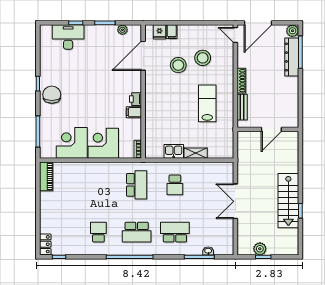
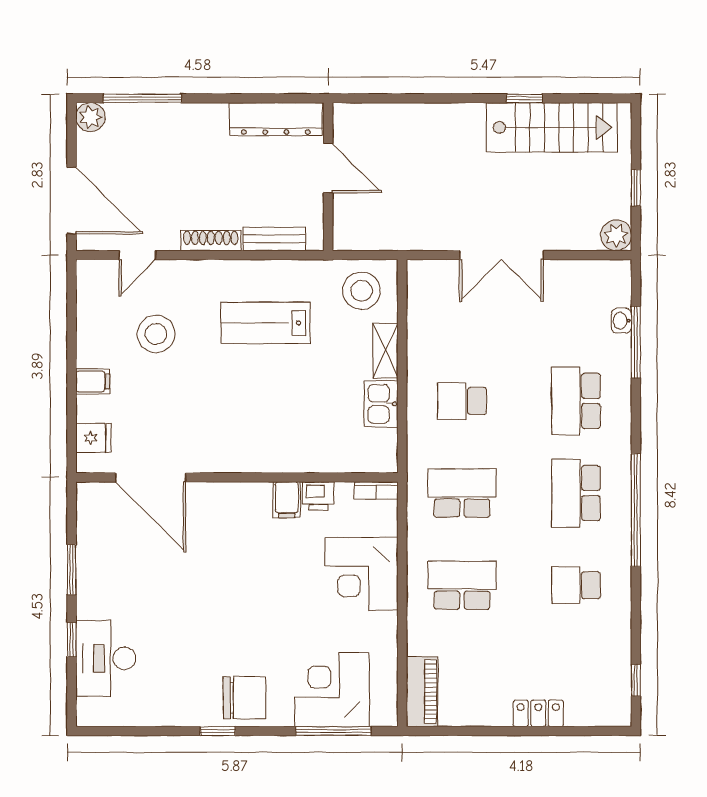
plant: (122, 30) -> (88, 527), removed
filing cabinet: (172, 32) -> (93, 381), moved
door: (235, 35) -> (137, 255), moved
dresser: (292, 57) -> (276, 119), moved
stool: (178, 65) -> (361, 291), moved
chair: (52, 95) -> (245, 698), turned 180
printer: (135, 99) -> (318, 496), moved
corner desk: (72, 143) -> (332, 690), moved, turned 90
piano: (46, 176) -> (422, 692), moved, turned 90
school desk: (98, 185) -> (462, 585), added
school desk: (175, 185) -> (462, 401), turned 180
stairs: (288, 201) -> (552, 127), moved
school desk: (137, 232) -> (576, 493), turned 180
locker: (45, 244) -> (538, 713), moved
plant: (260, 249) -> (616, 235), moved

